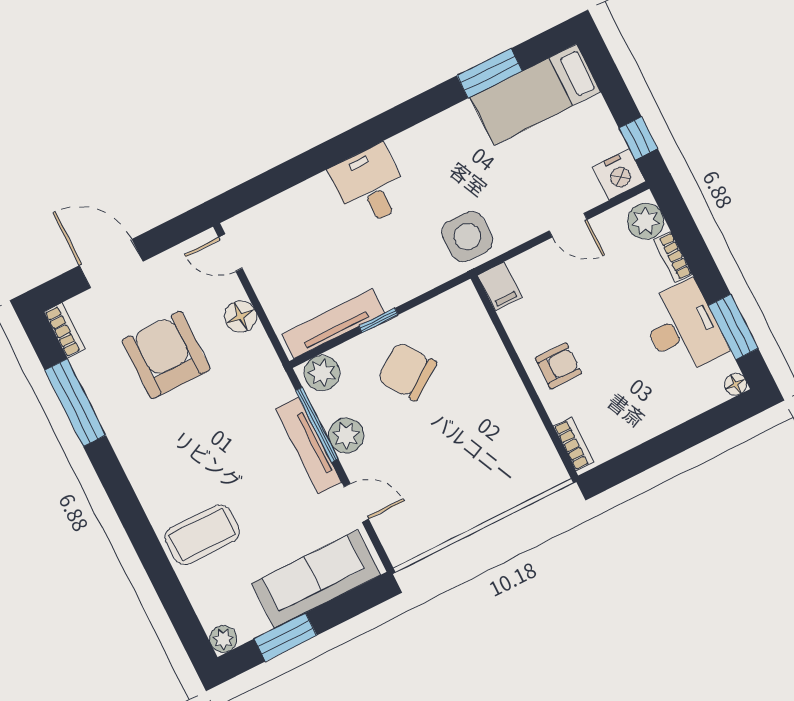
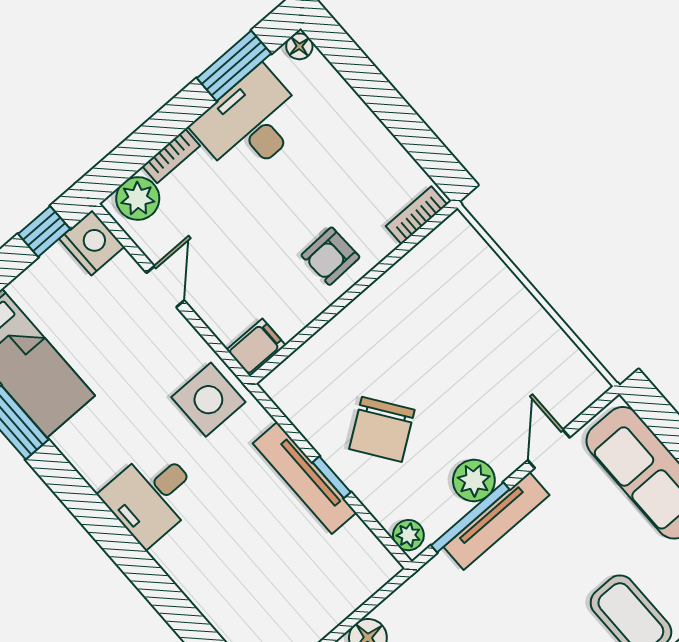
desk: (370, 186) -> (152, 496), moved
tv unit: (333, 324) -> (305, 478), moved
armchair: (558, 366) -> (330, 256), turned -92
plant: (322, 373) -> (408, 535), width x0.73, depth x0.73

